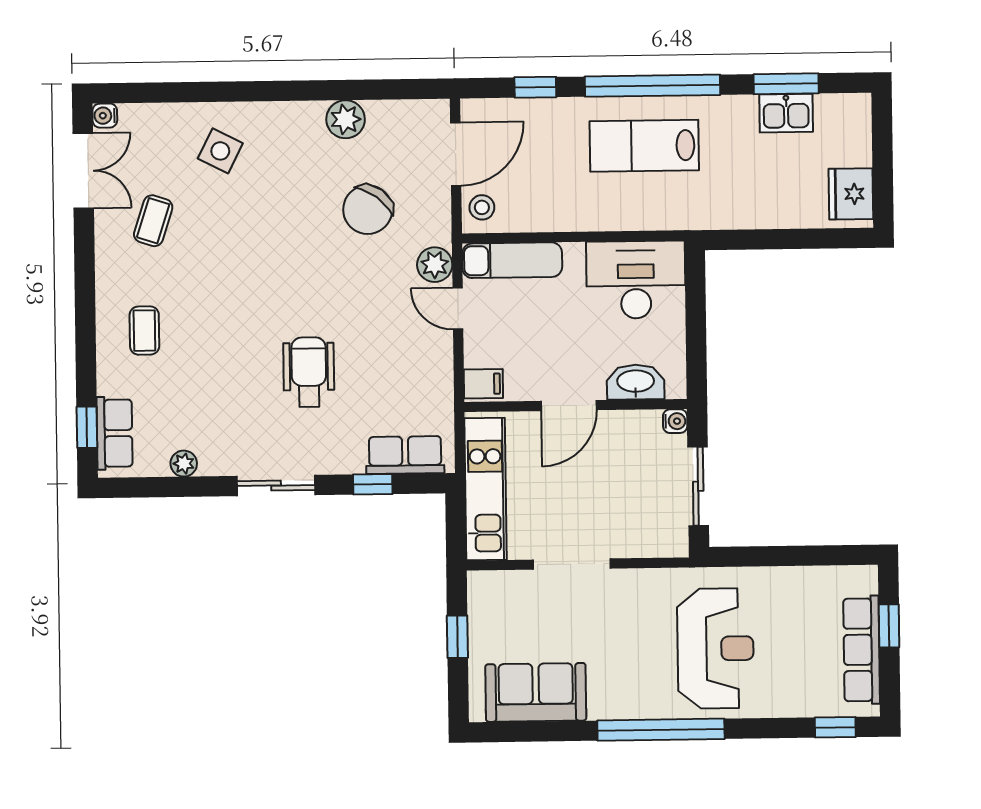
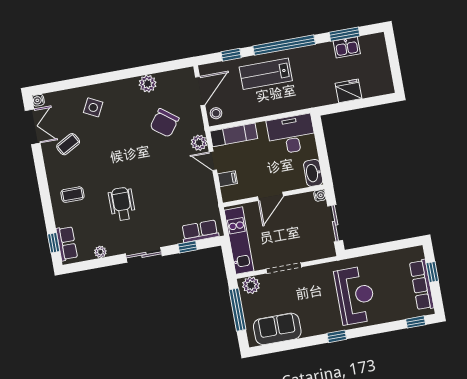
lab bench: (644, 146) -> (266, 74), moved
fridge: (851, 194) -> (348, 91), moved, turned 90
coffee table: (153, 221) -> (68, 144), turned 43
coffee table: (144, 331) -> (72, 195), turned 90
wheelchair: (309, 372) -> (122, 204), moved
washbasin: (636, 382) -> (313, 173), moved, turned -90
filing cabinet: (483, 384) -> (227, 179), moved
plant: (495, 589) -> (251, 285), added
window: (457, 637) -> (237, 310), width x2.17
window: (661, 730) -> (337, 336), width x0.32

